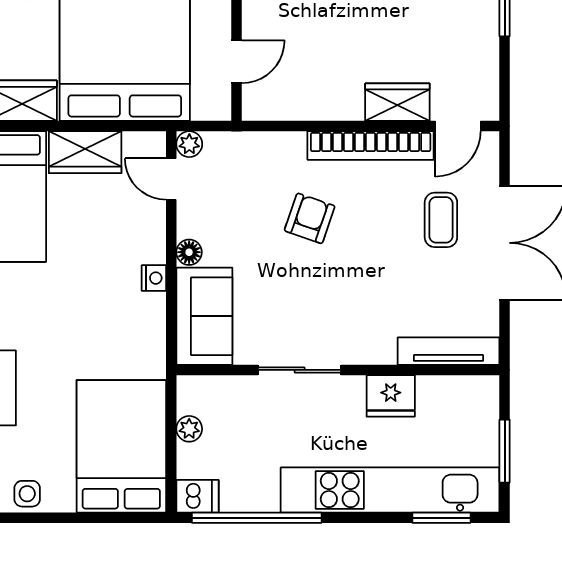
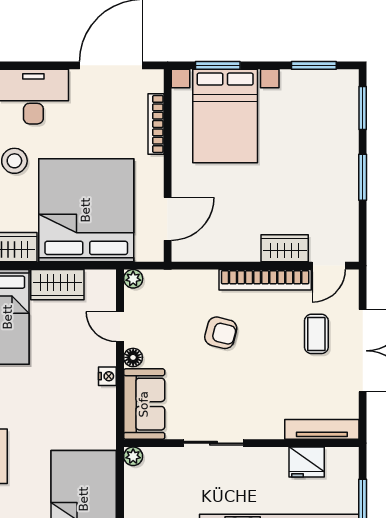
door: (236, 62) -> (168, 219), width x1.38
door: (171, 179) -> (120, 327), moved
armchair: (310, 218) -> (221, 333), turned 85
fridge: (391, 396) -> (307, 462), moved
plant: (189, 429) -> (133, 456), moved

